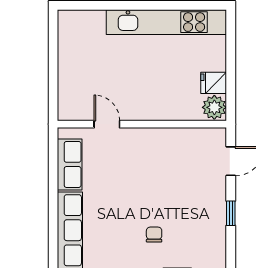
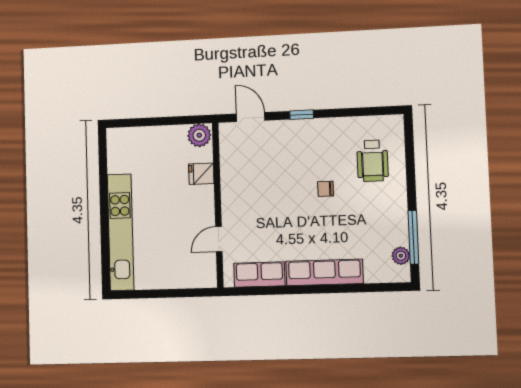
kitchen unit: (166, 22) -> (121, 232), moved
fridge: (214, 83) -> (201, 174), moved, turned 90

